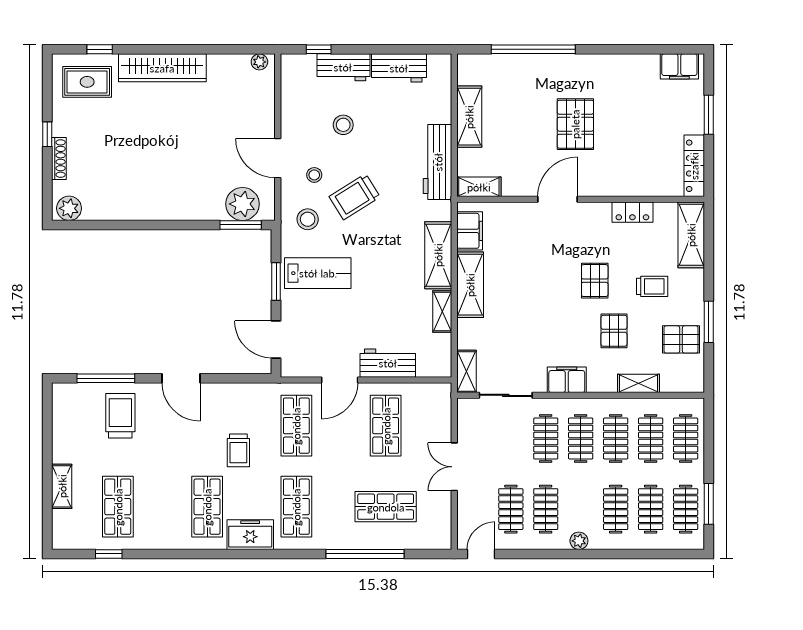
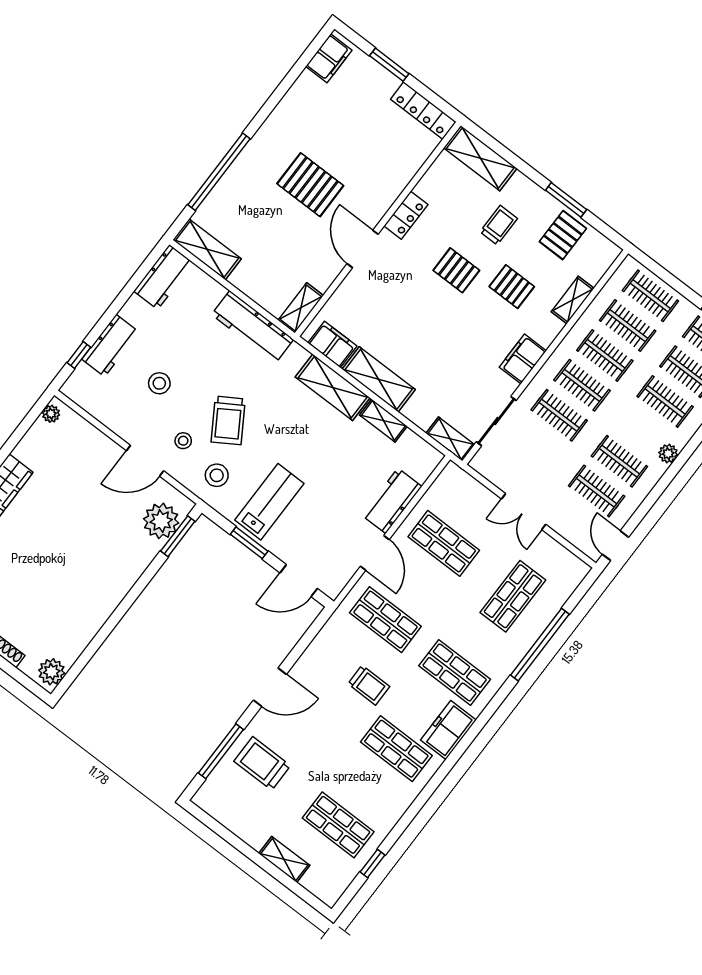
workbench: (399, 68) -> (164, 277), moved
shelving: (469, 117) -> (207, 249), moved
locker: (632, 212) -> (406, 215), moved

